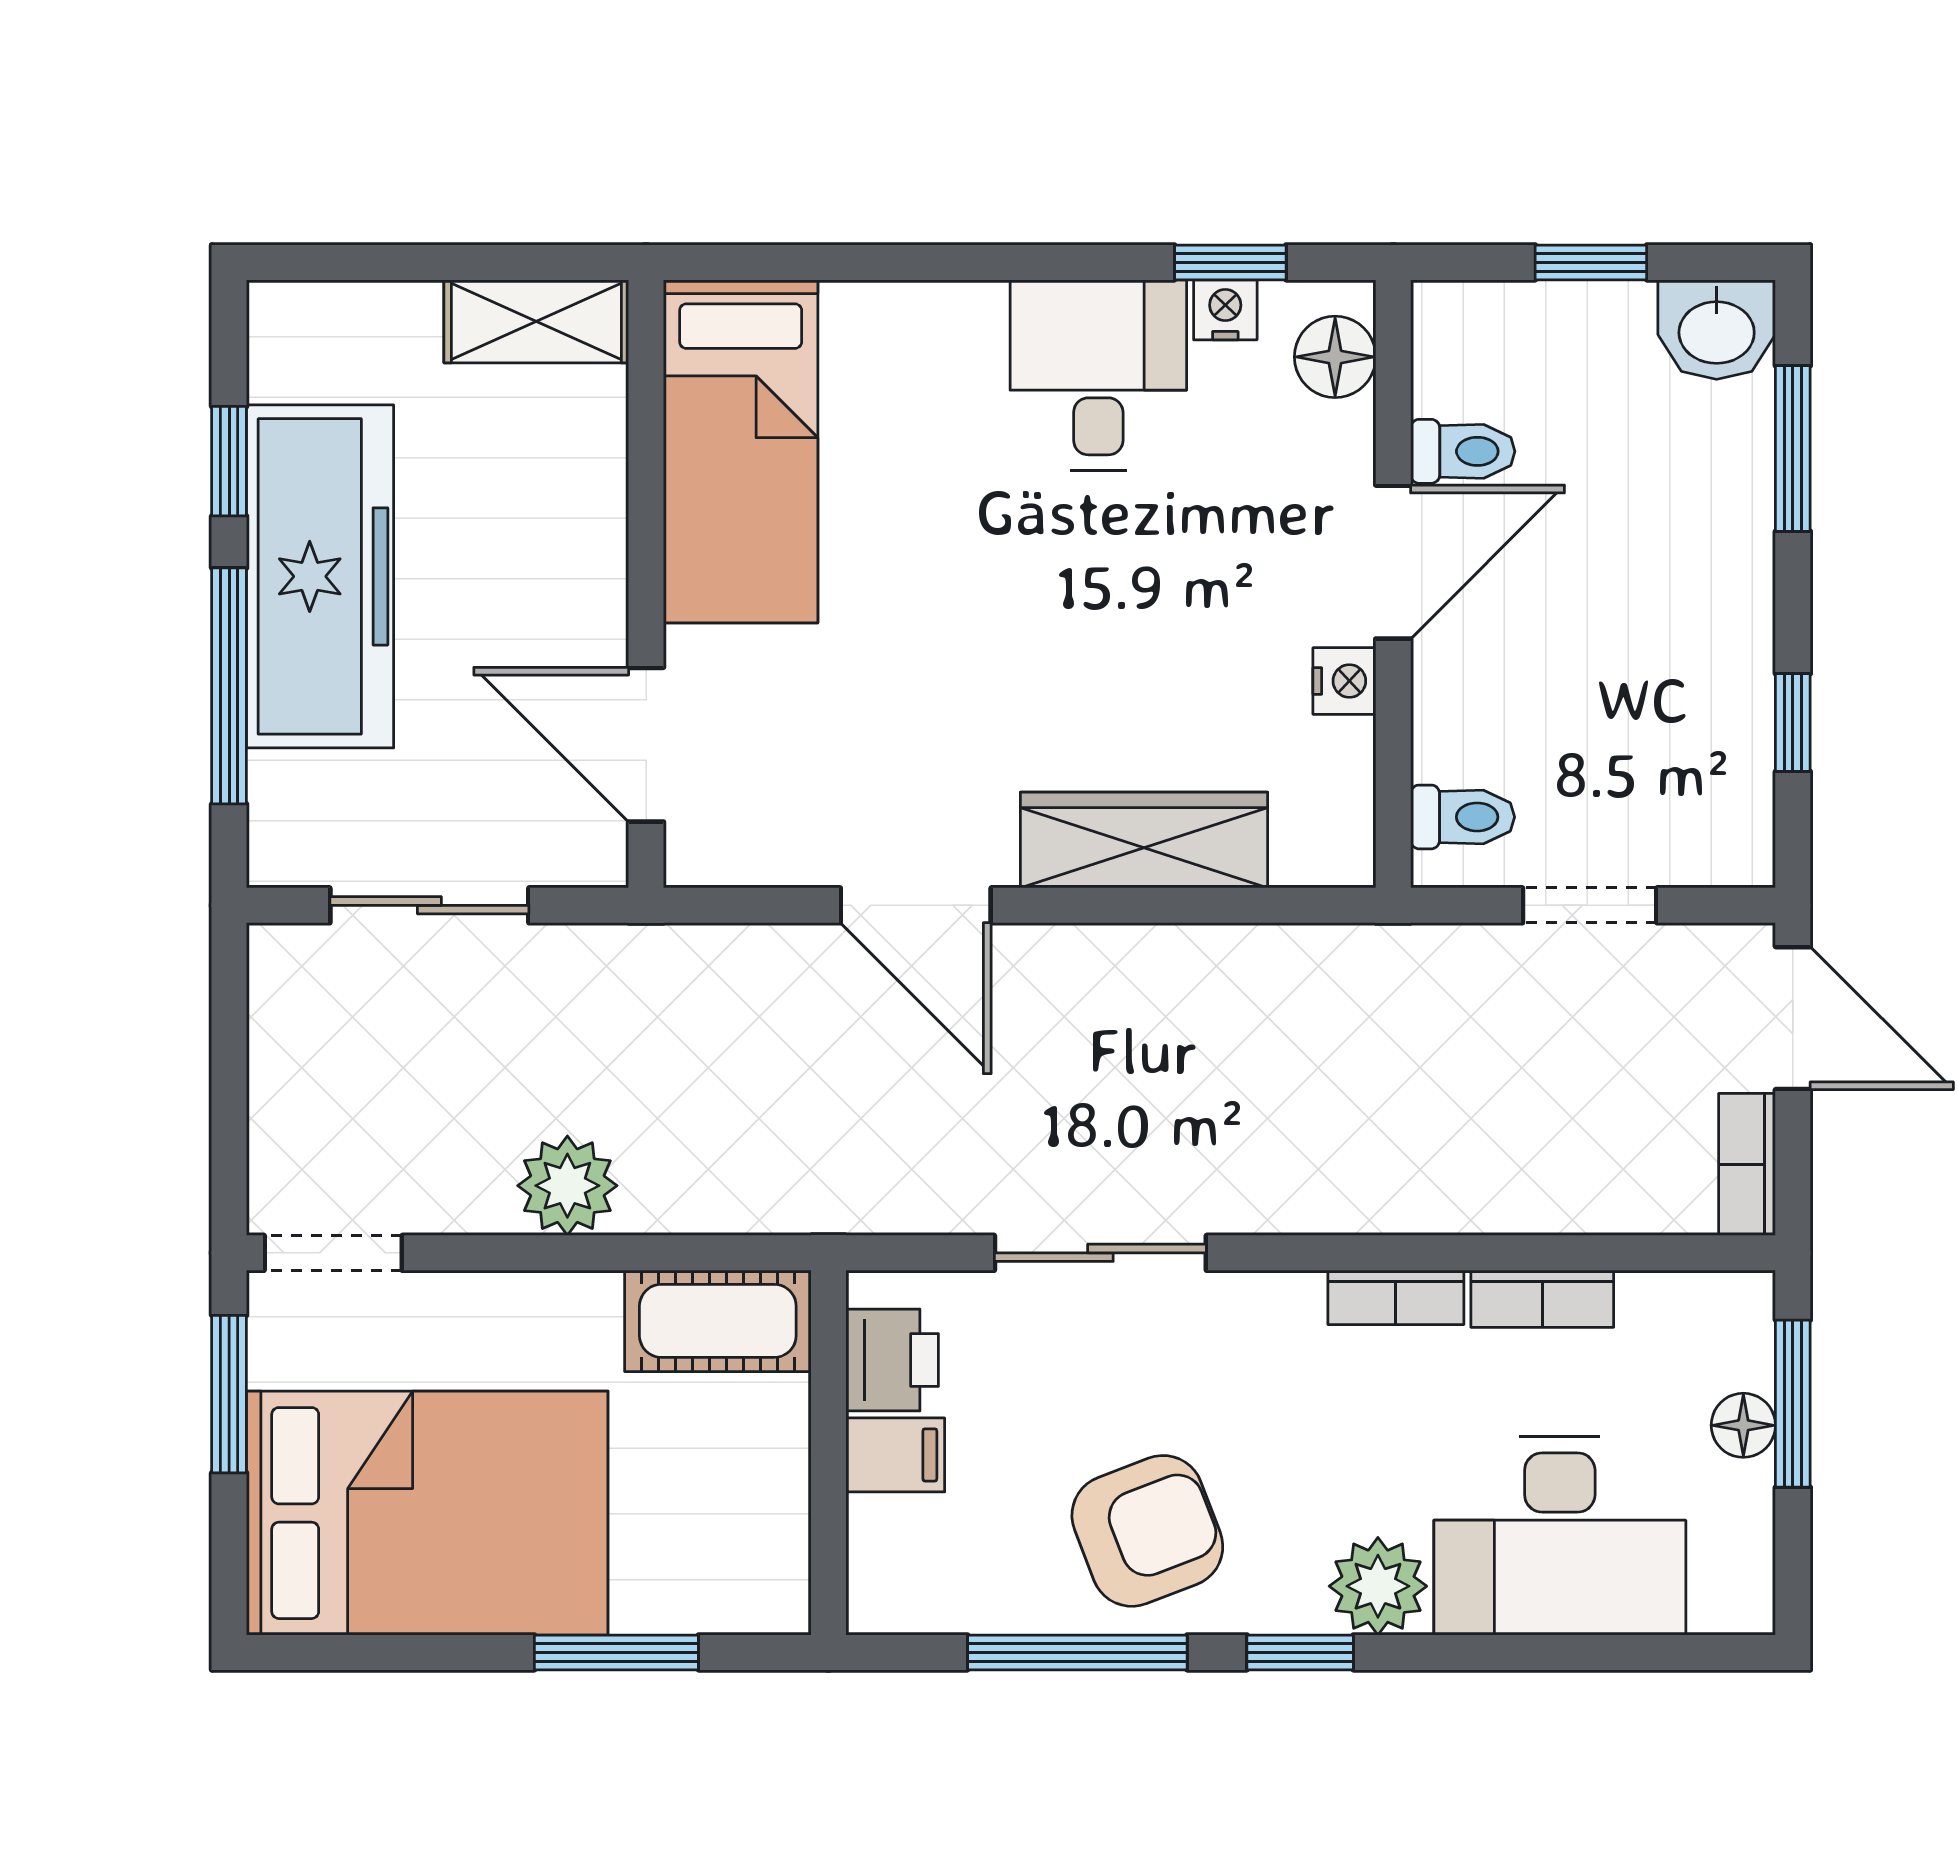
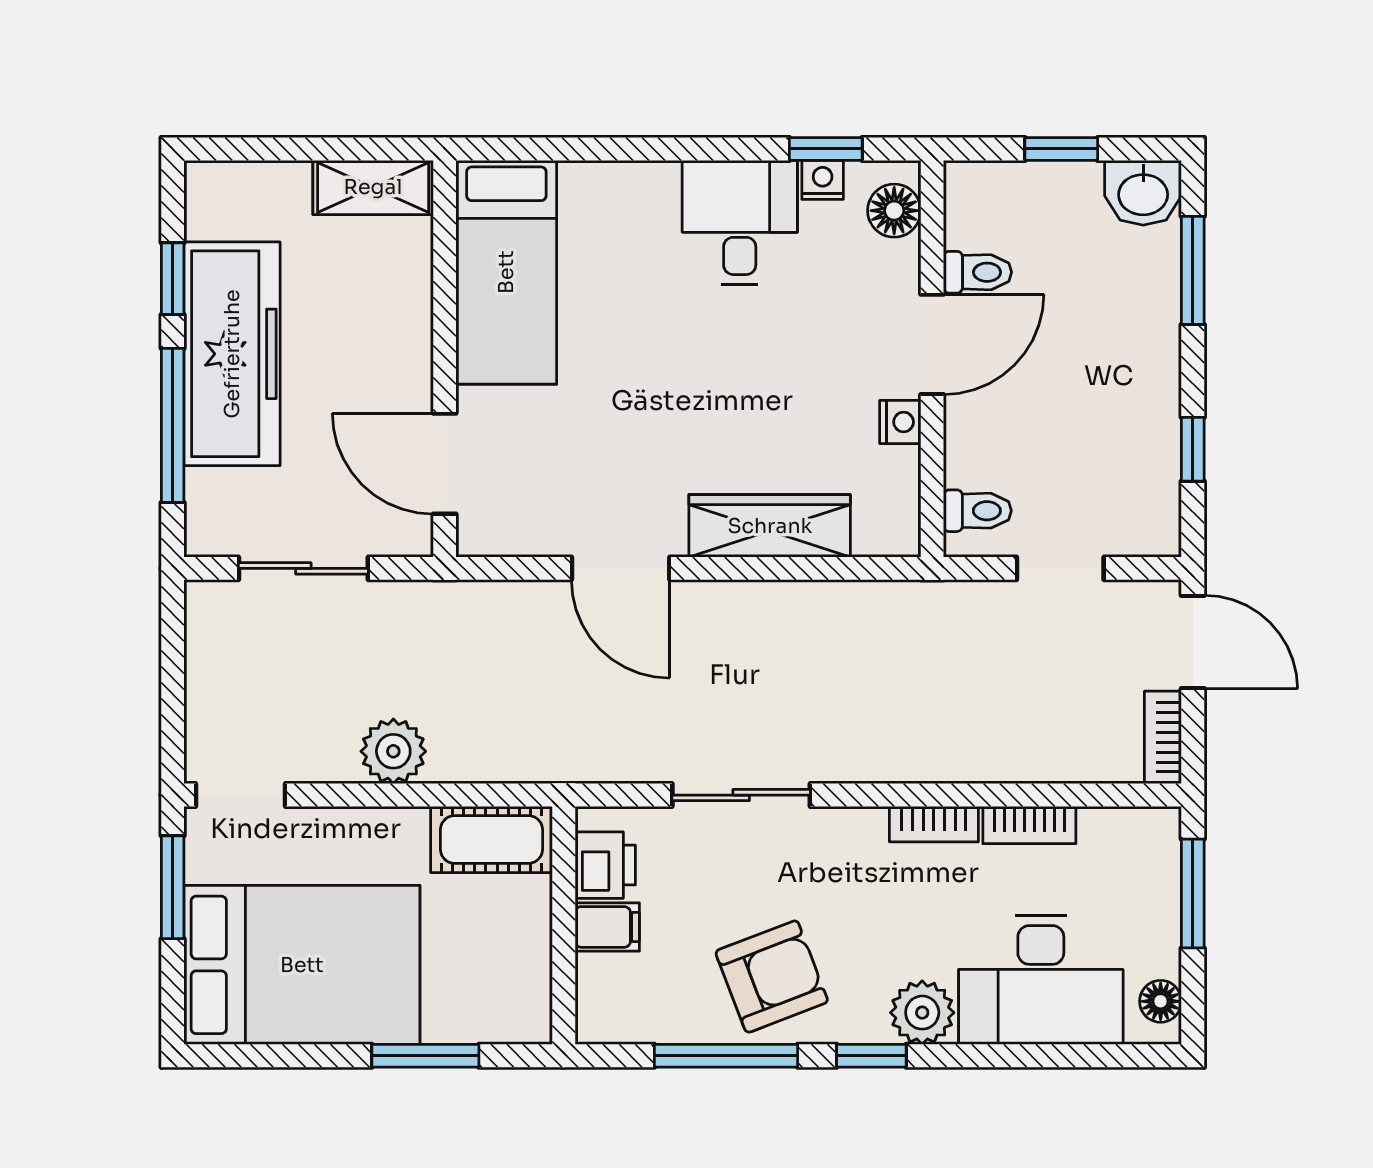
floor lamp: (1743, 1425) -> (1161, 1001), moved

